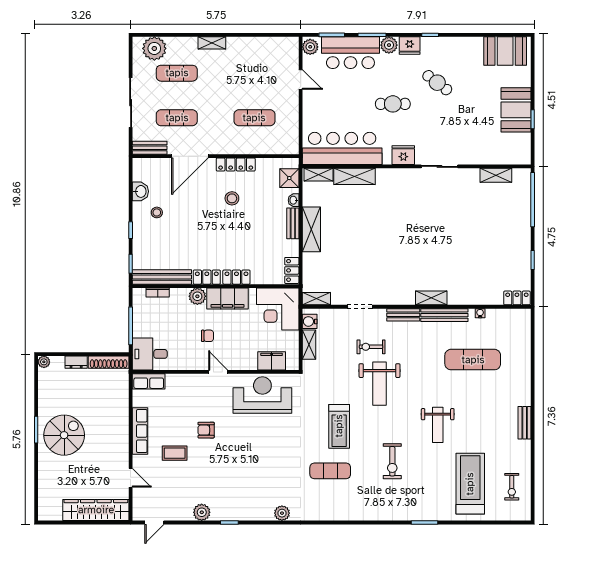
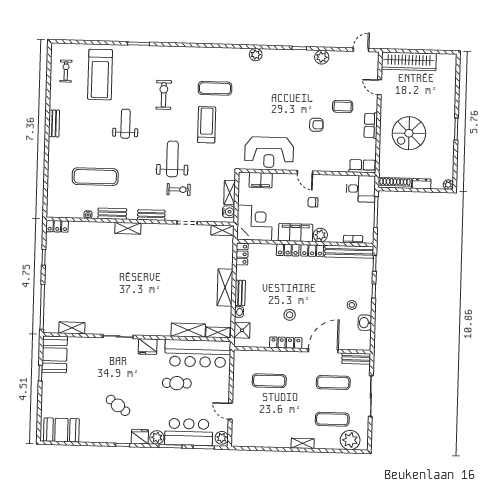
cafe table: (393, 104) -> (177, 383), moved
booth: (516, 110) -> (55, 354), moved
bench: (444, 315) -> (112, 214), width x0.73
row of seats: (140, 431) -> (371, 125), width x0.68
spiral stairs: (64, 435) -> (409, 133), moved

